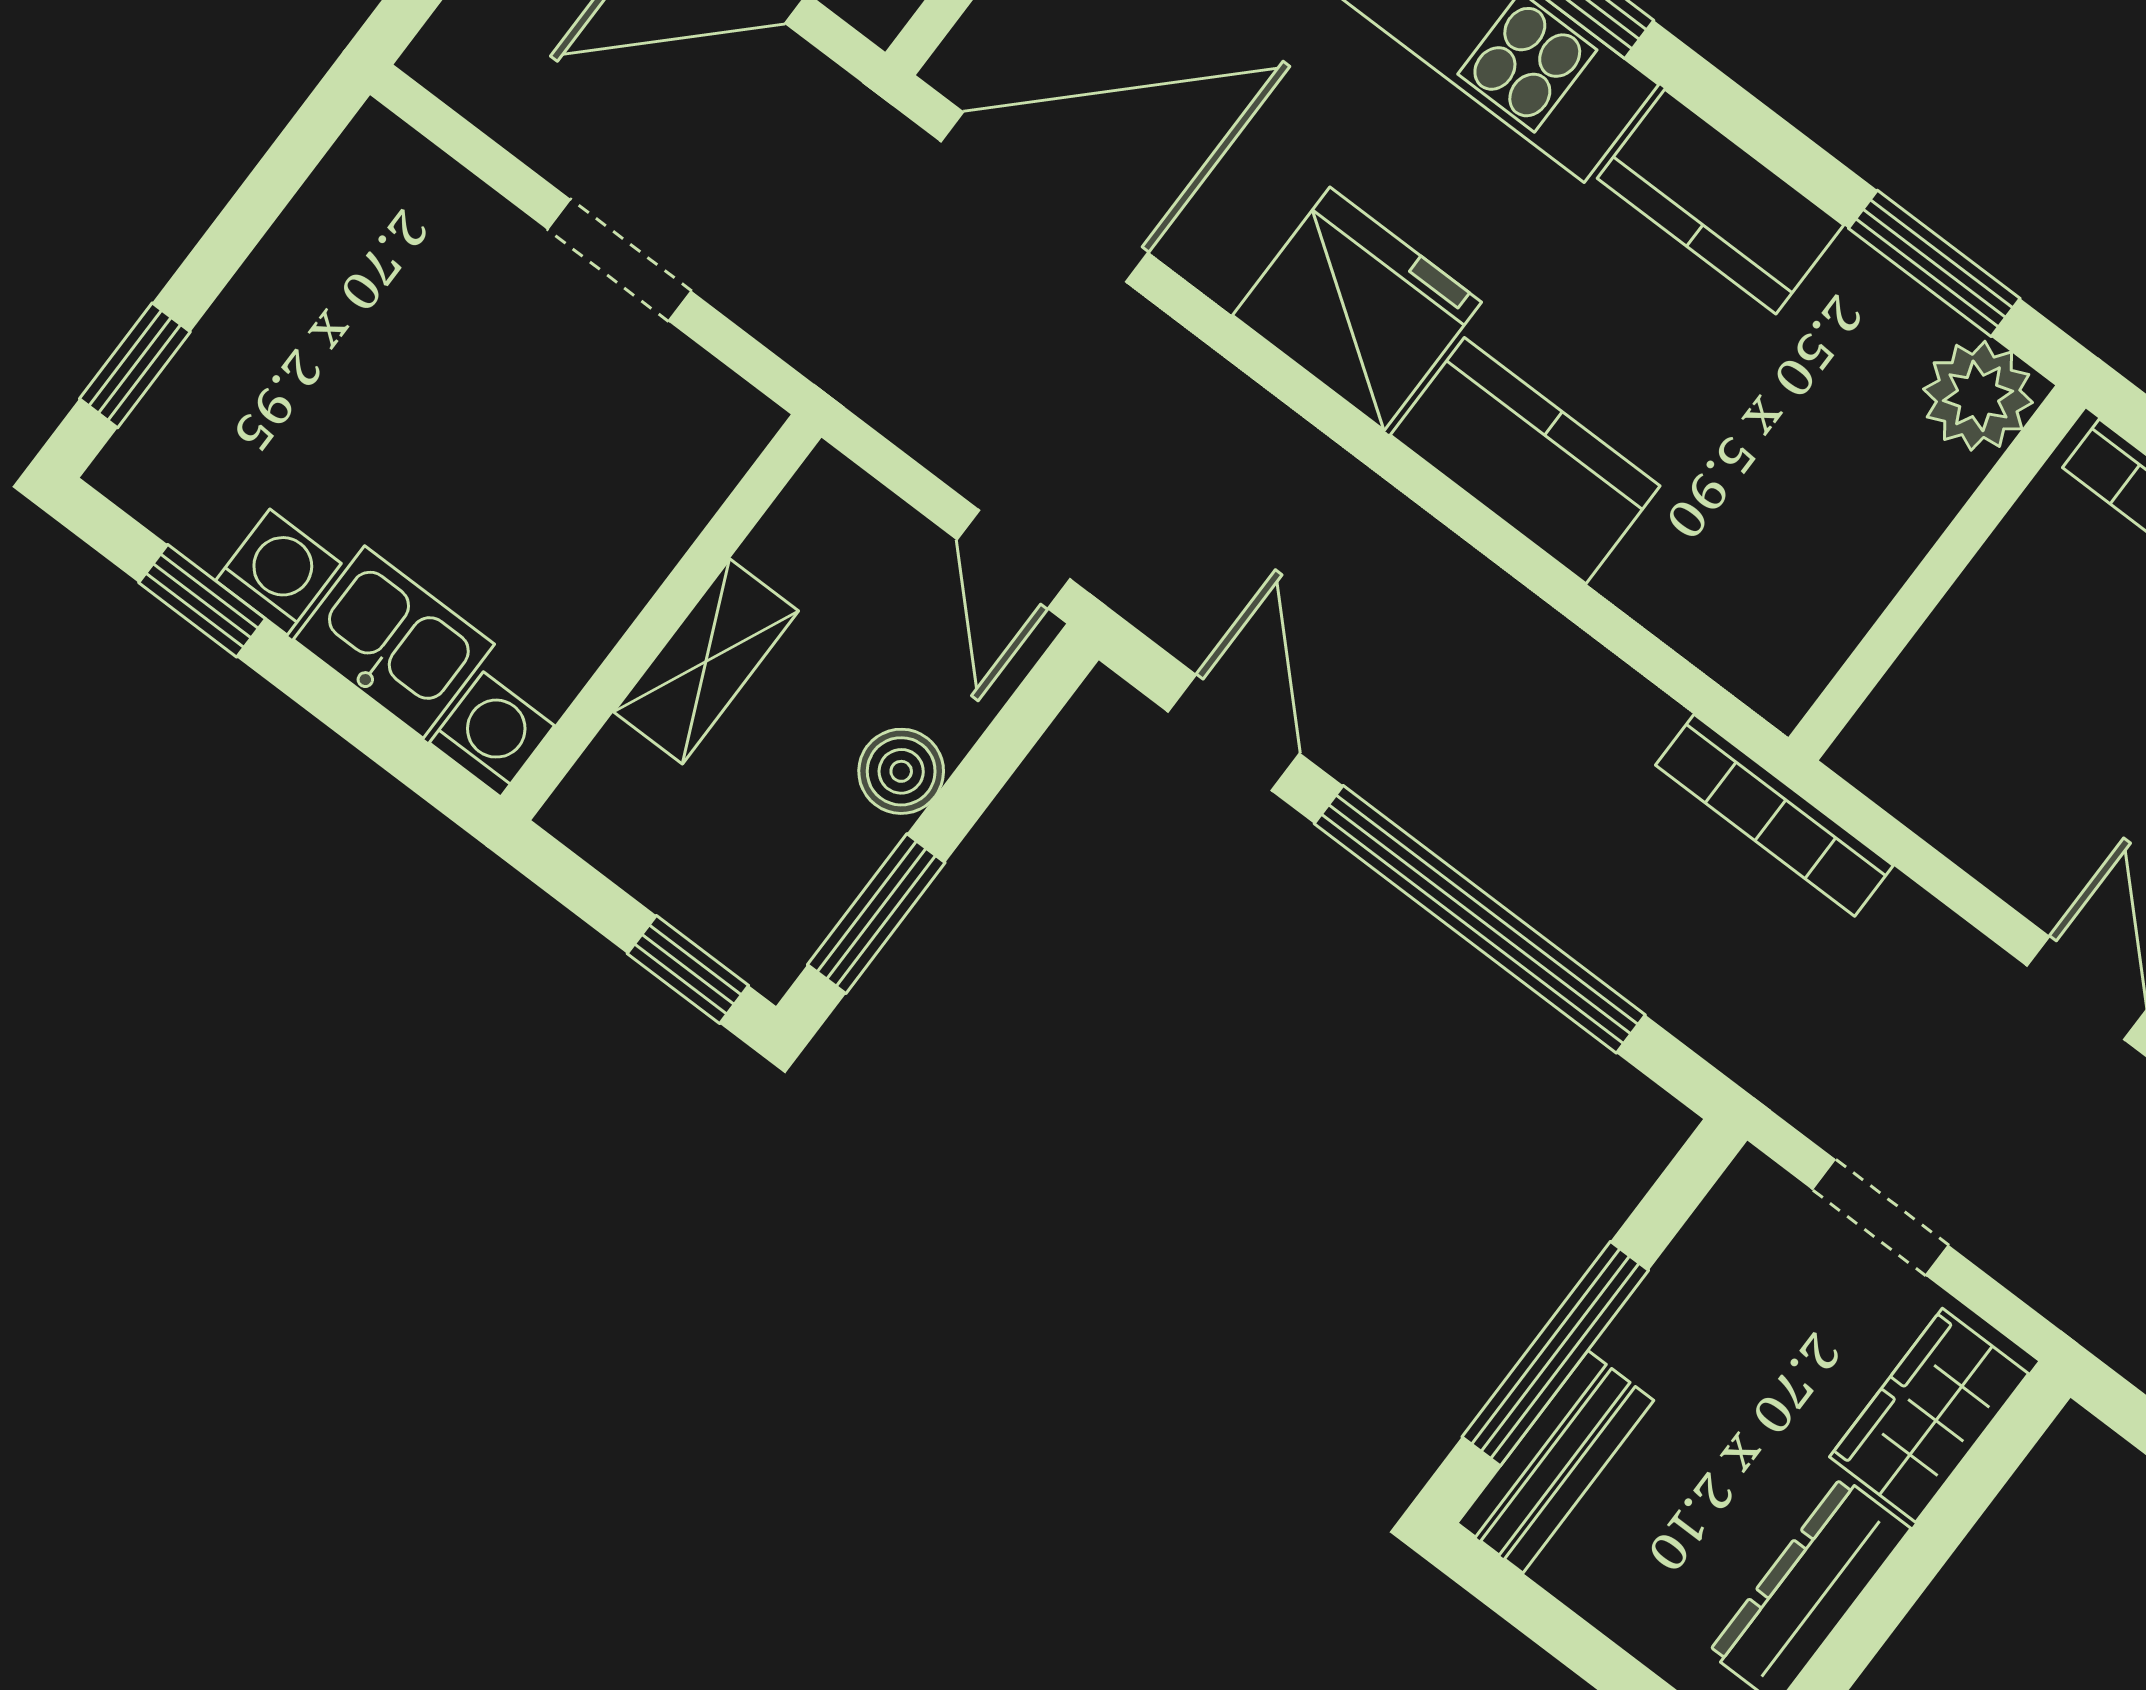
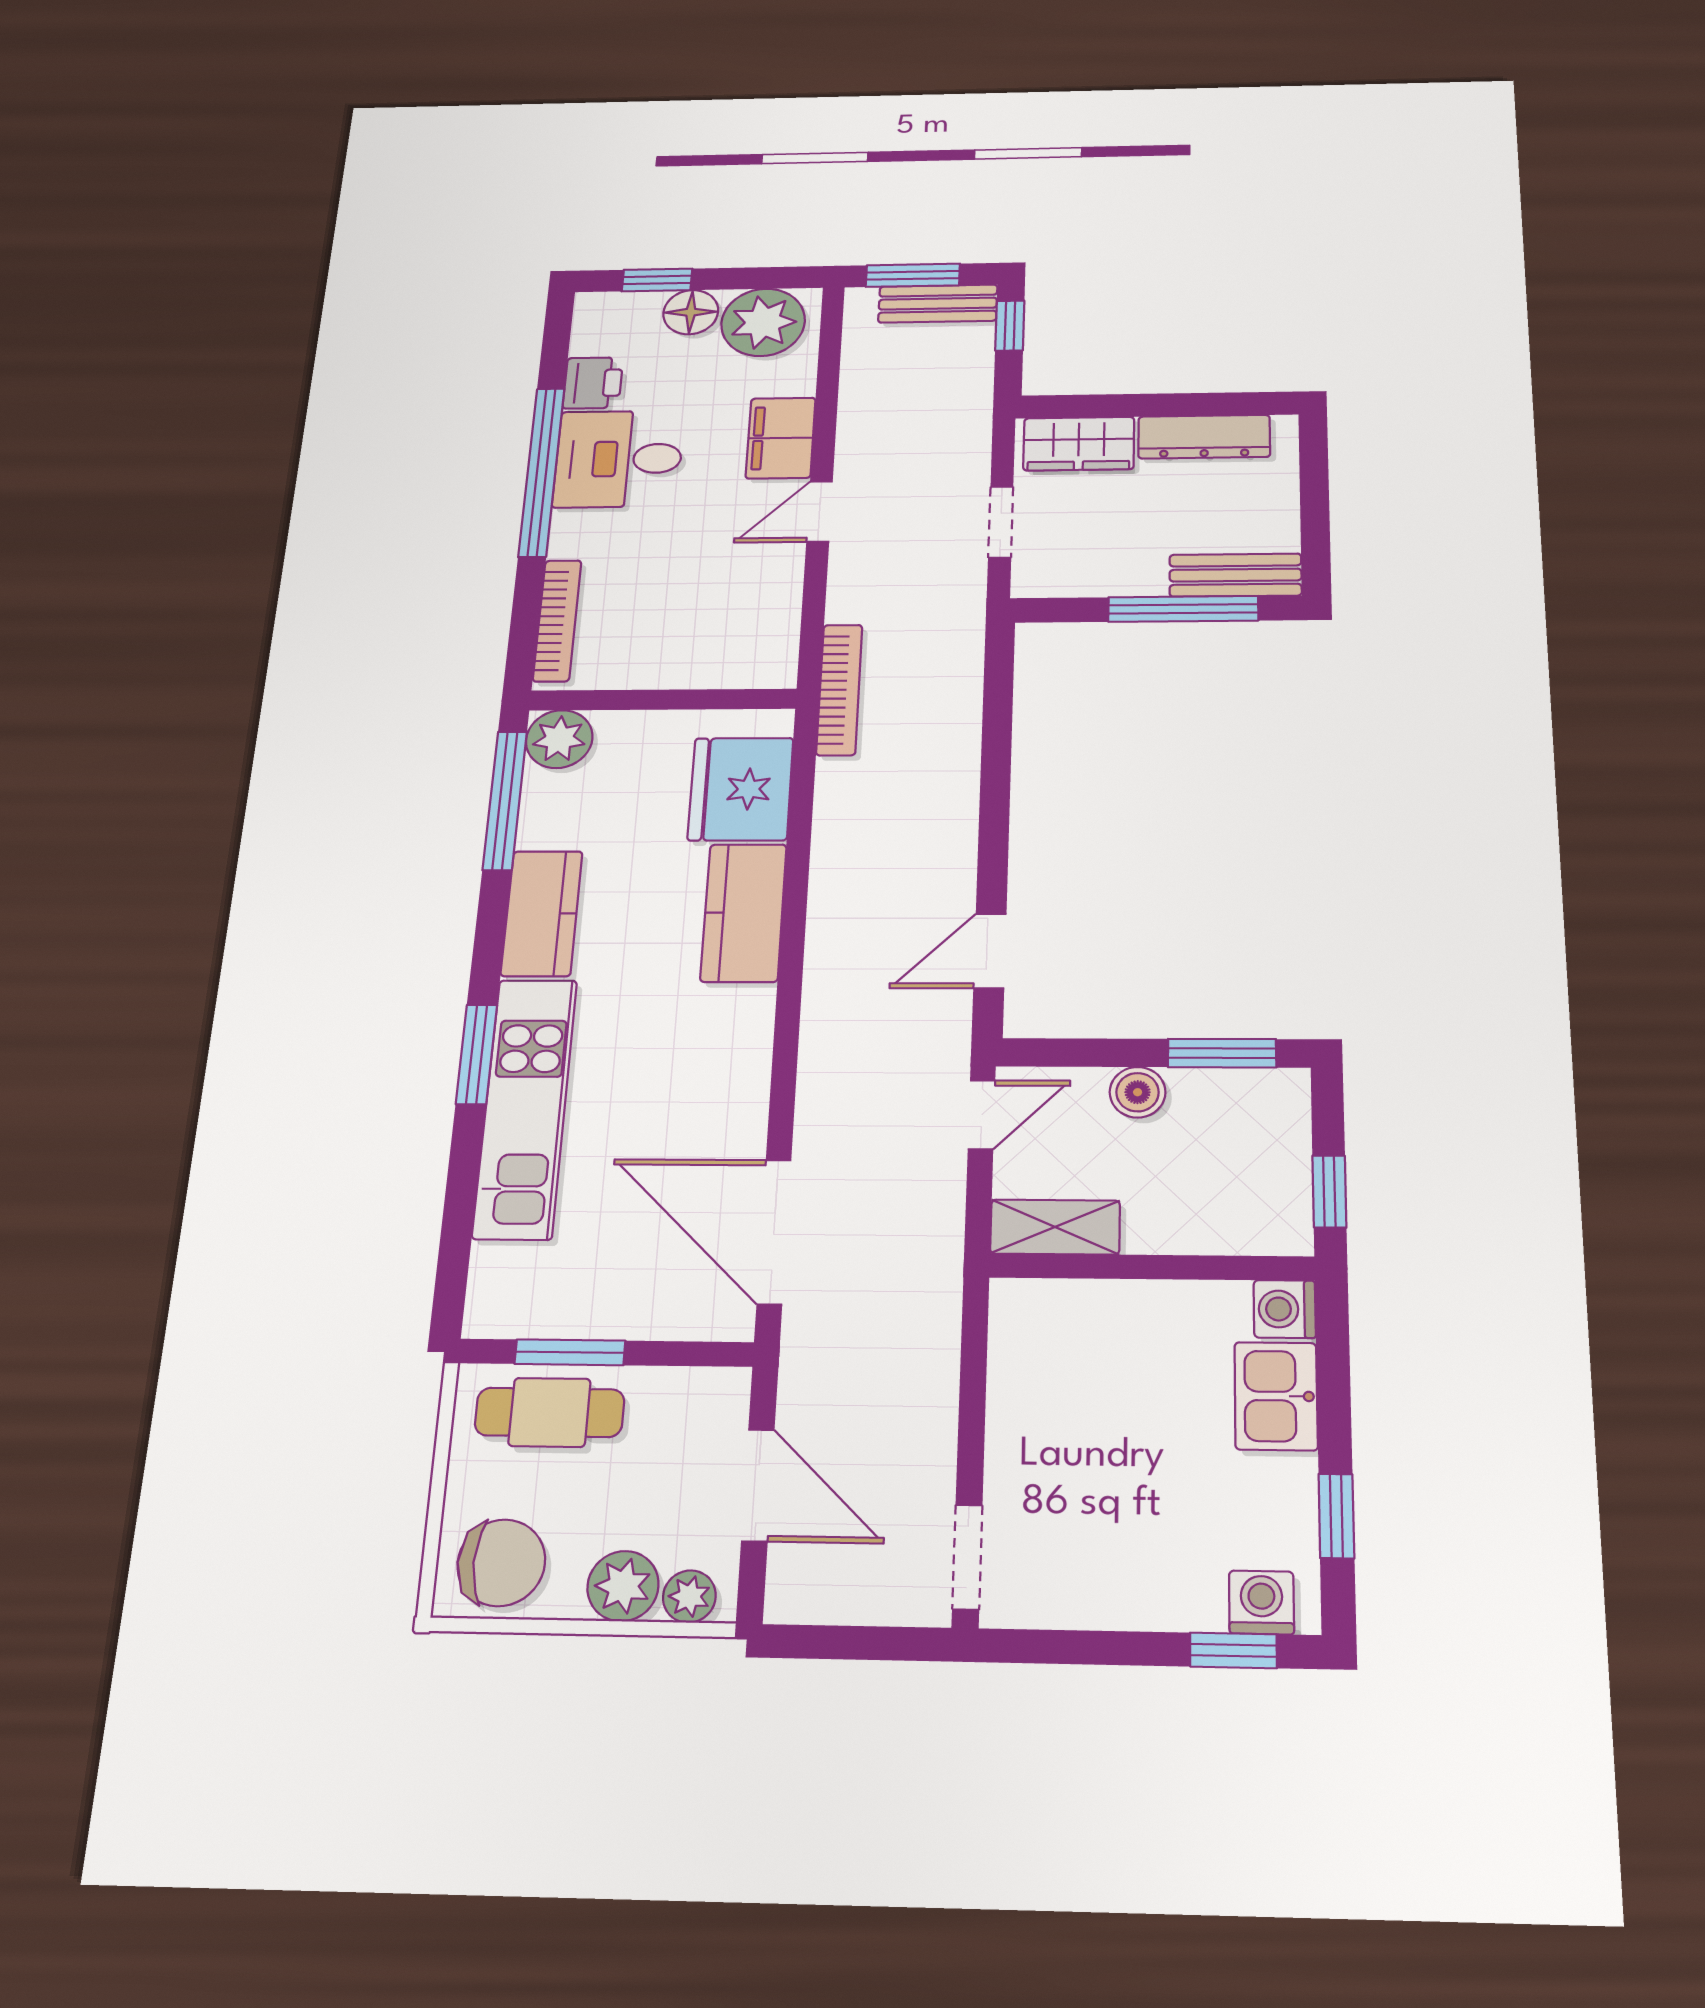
doorway: (619, 260) -> (967, 1557), moved
window: (1934, 263) -> (505, 800), width x1.44
fridge: (1357, 309) -> (741, 789), moved
washing machine: (278, 572) -> (1261, 1602), moved, turned 90
shelving: (706, 661) -> (1055, 1227), moved
window: (1480, 919) -> (995, 780), removed
window: (688, 969) -> (1329, 1191), moved

